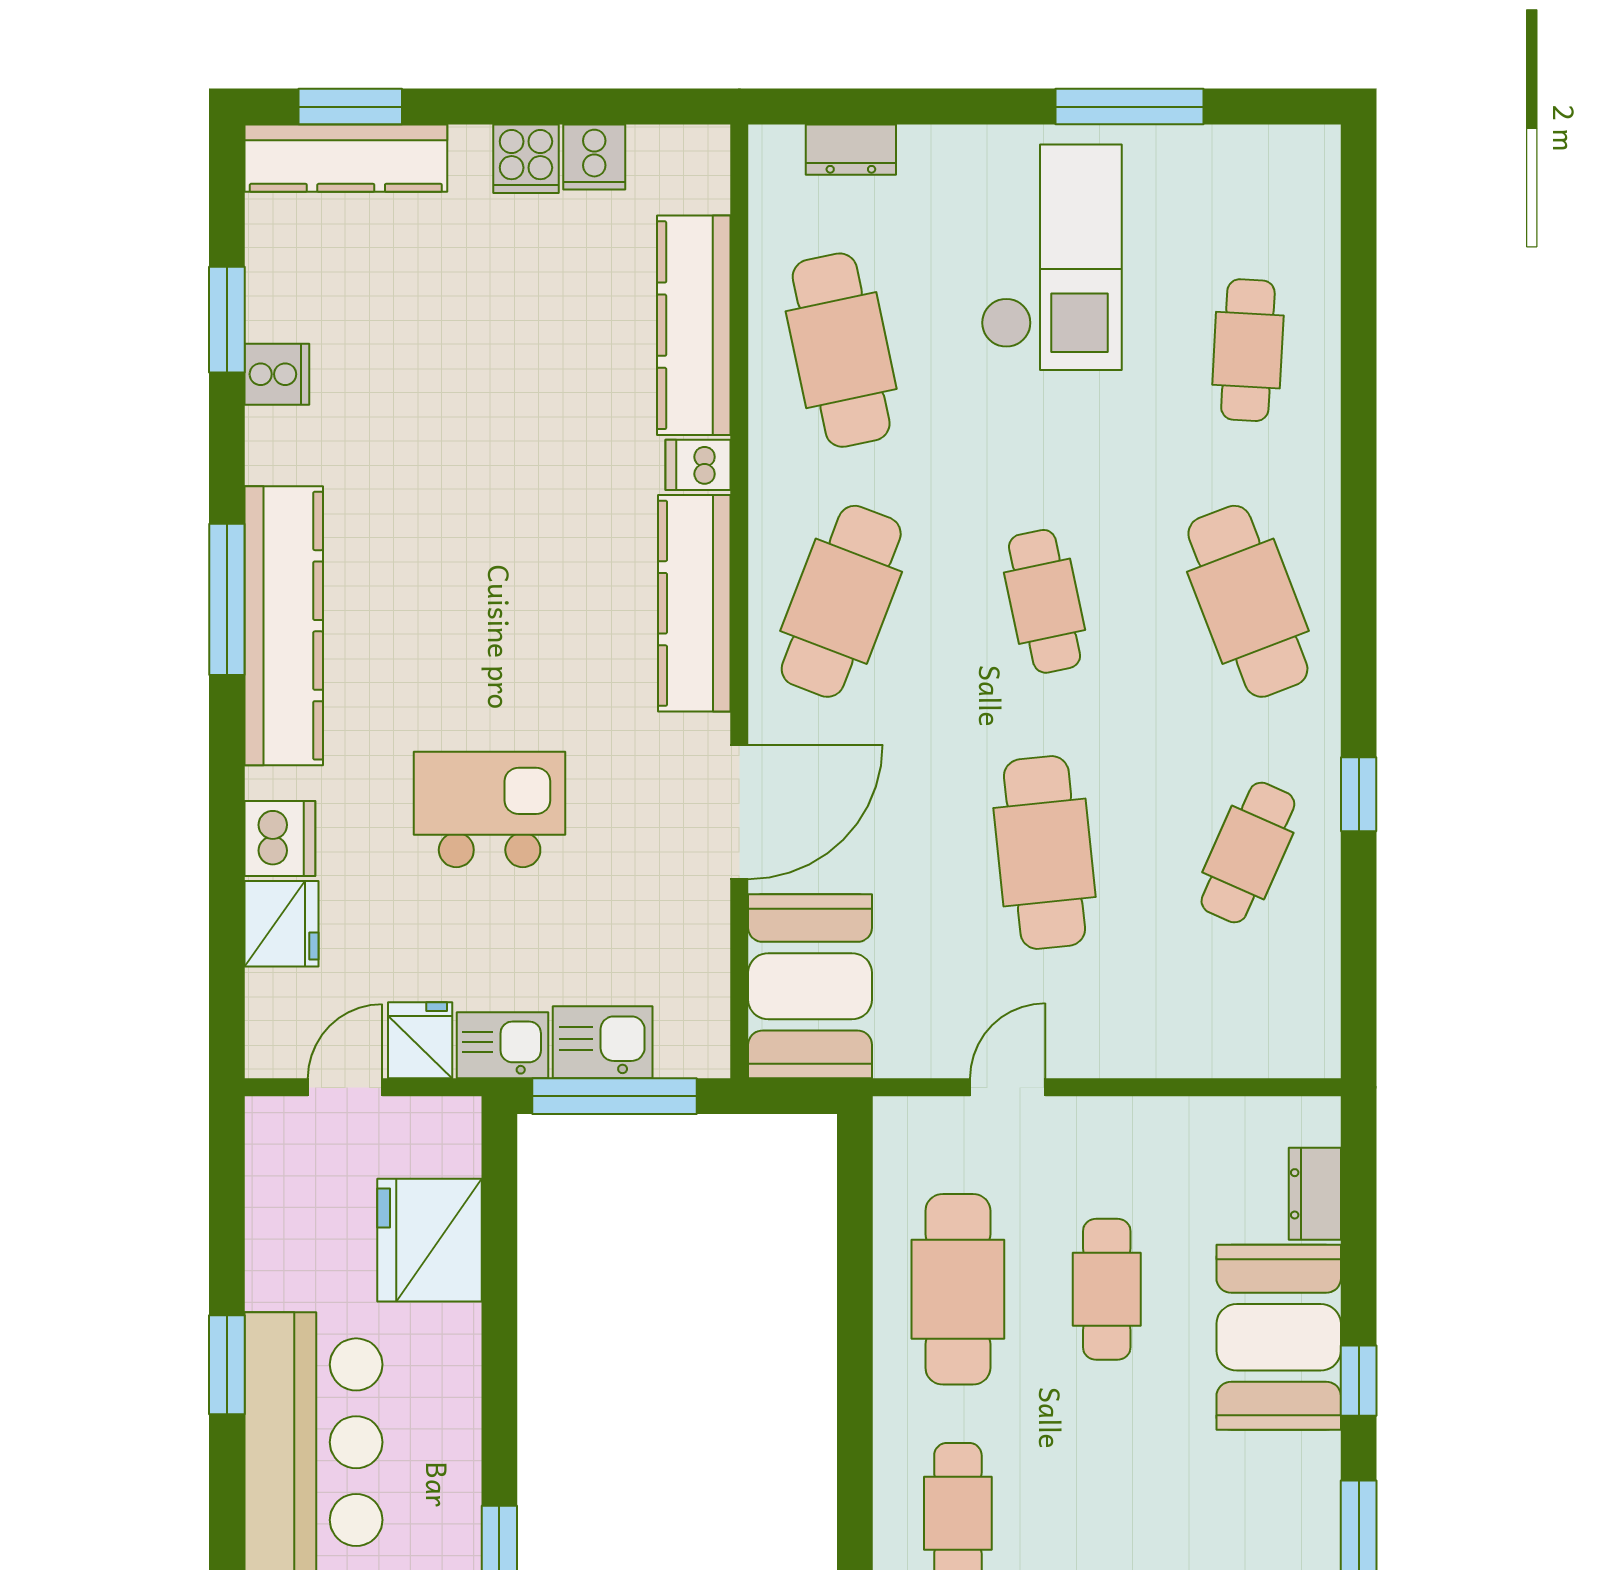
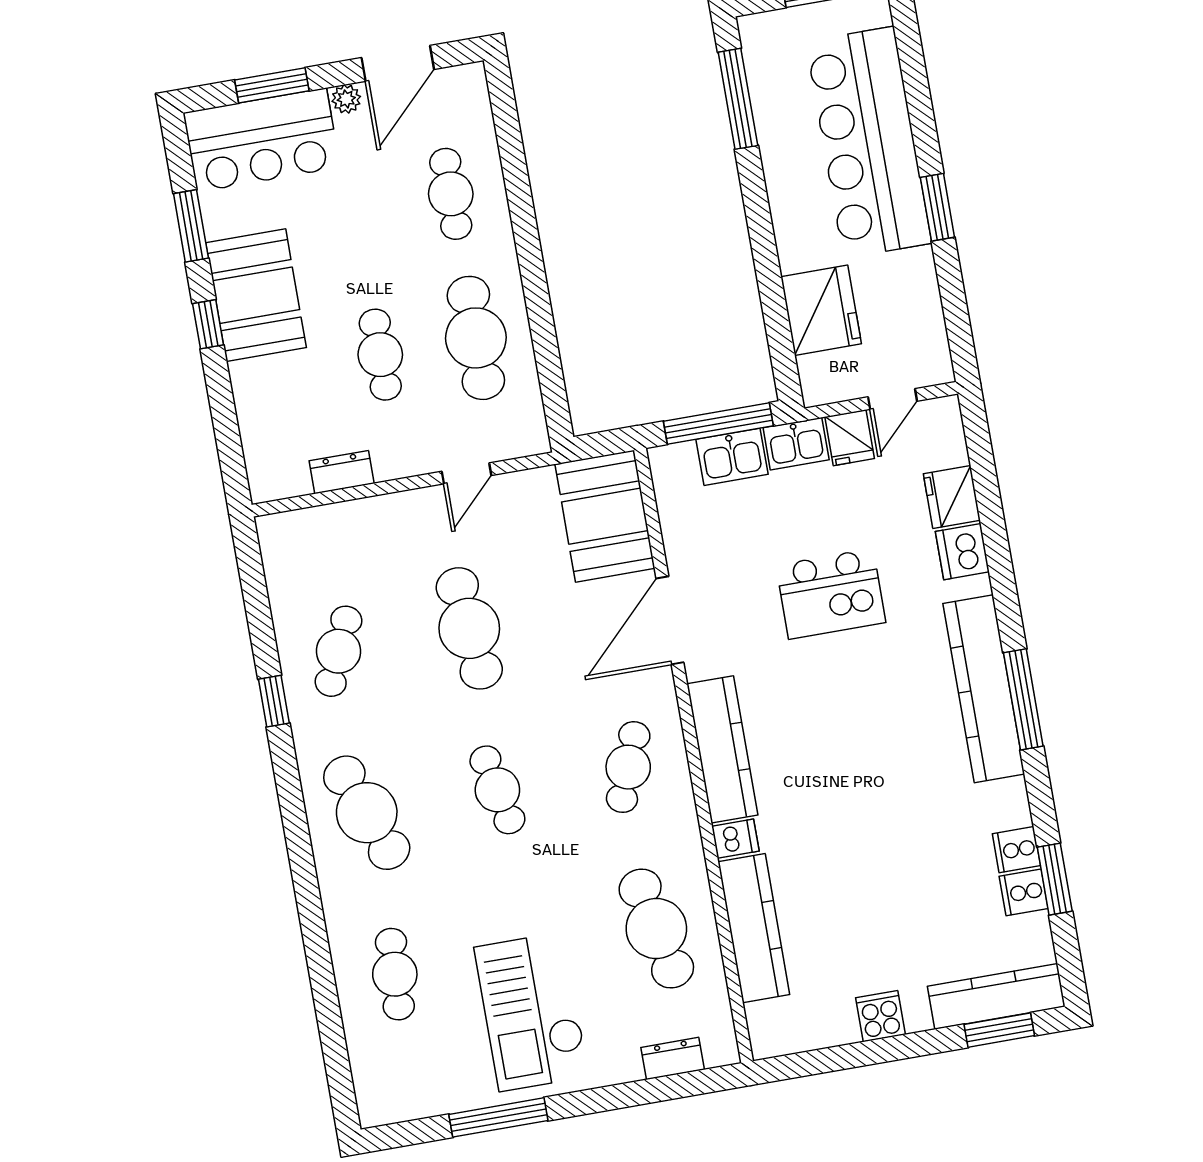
cooker: (594, 157) -> (1024, 892), moved, turned -90
cafe table: (841, 601) -> (628, 767), width x0.73, depth x0.74
dresser: (1315, 1194) -> (342, 472), moved, turned -90
booth: (1279, 1337) -> (256, 295), moved

